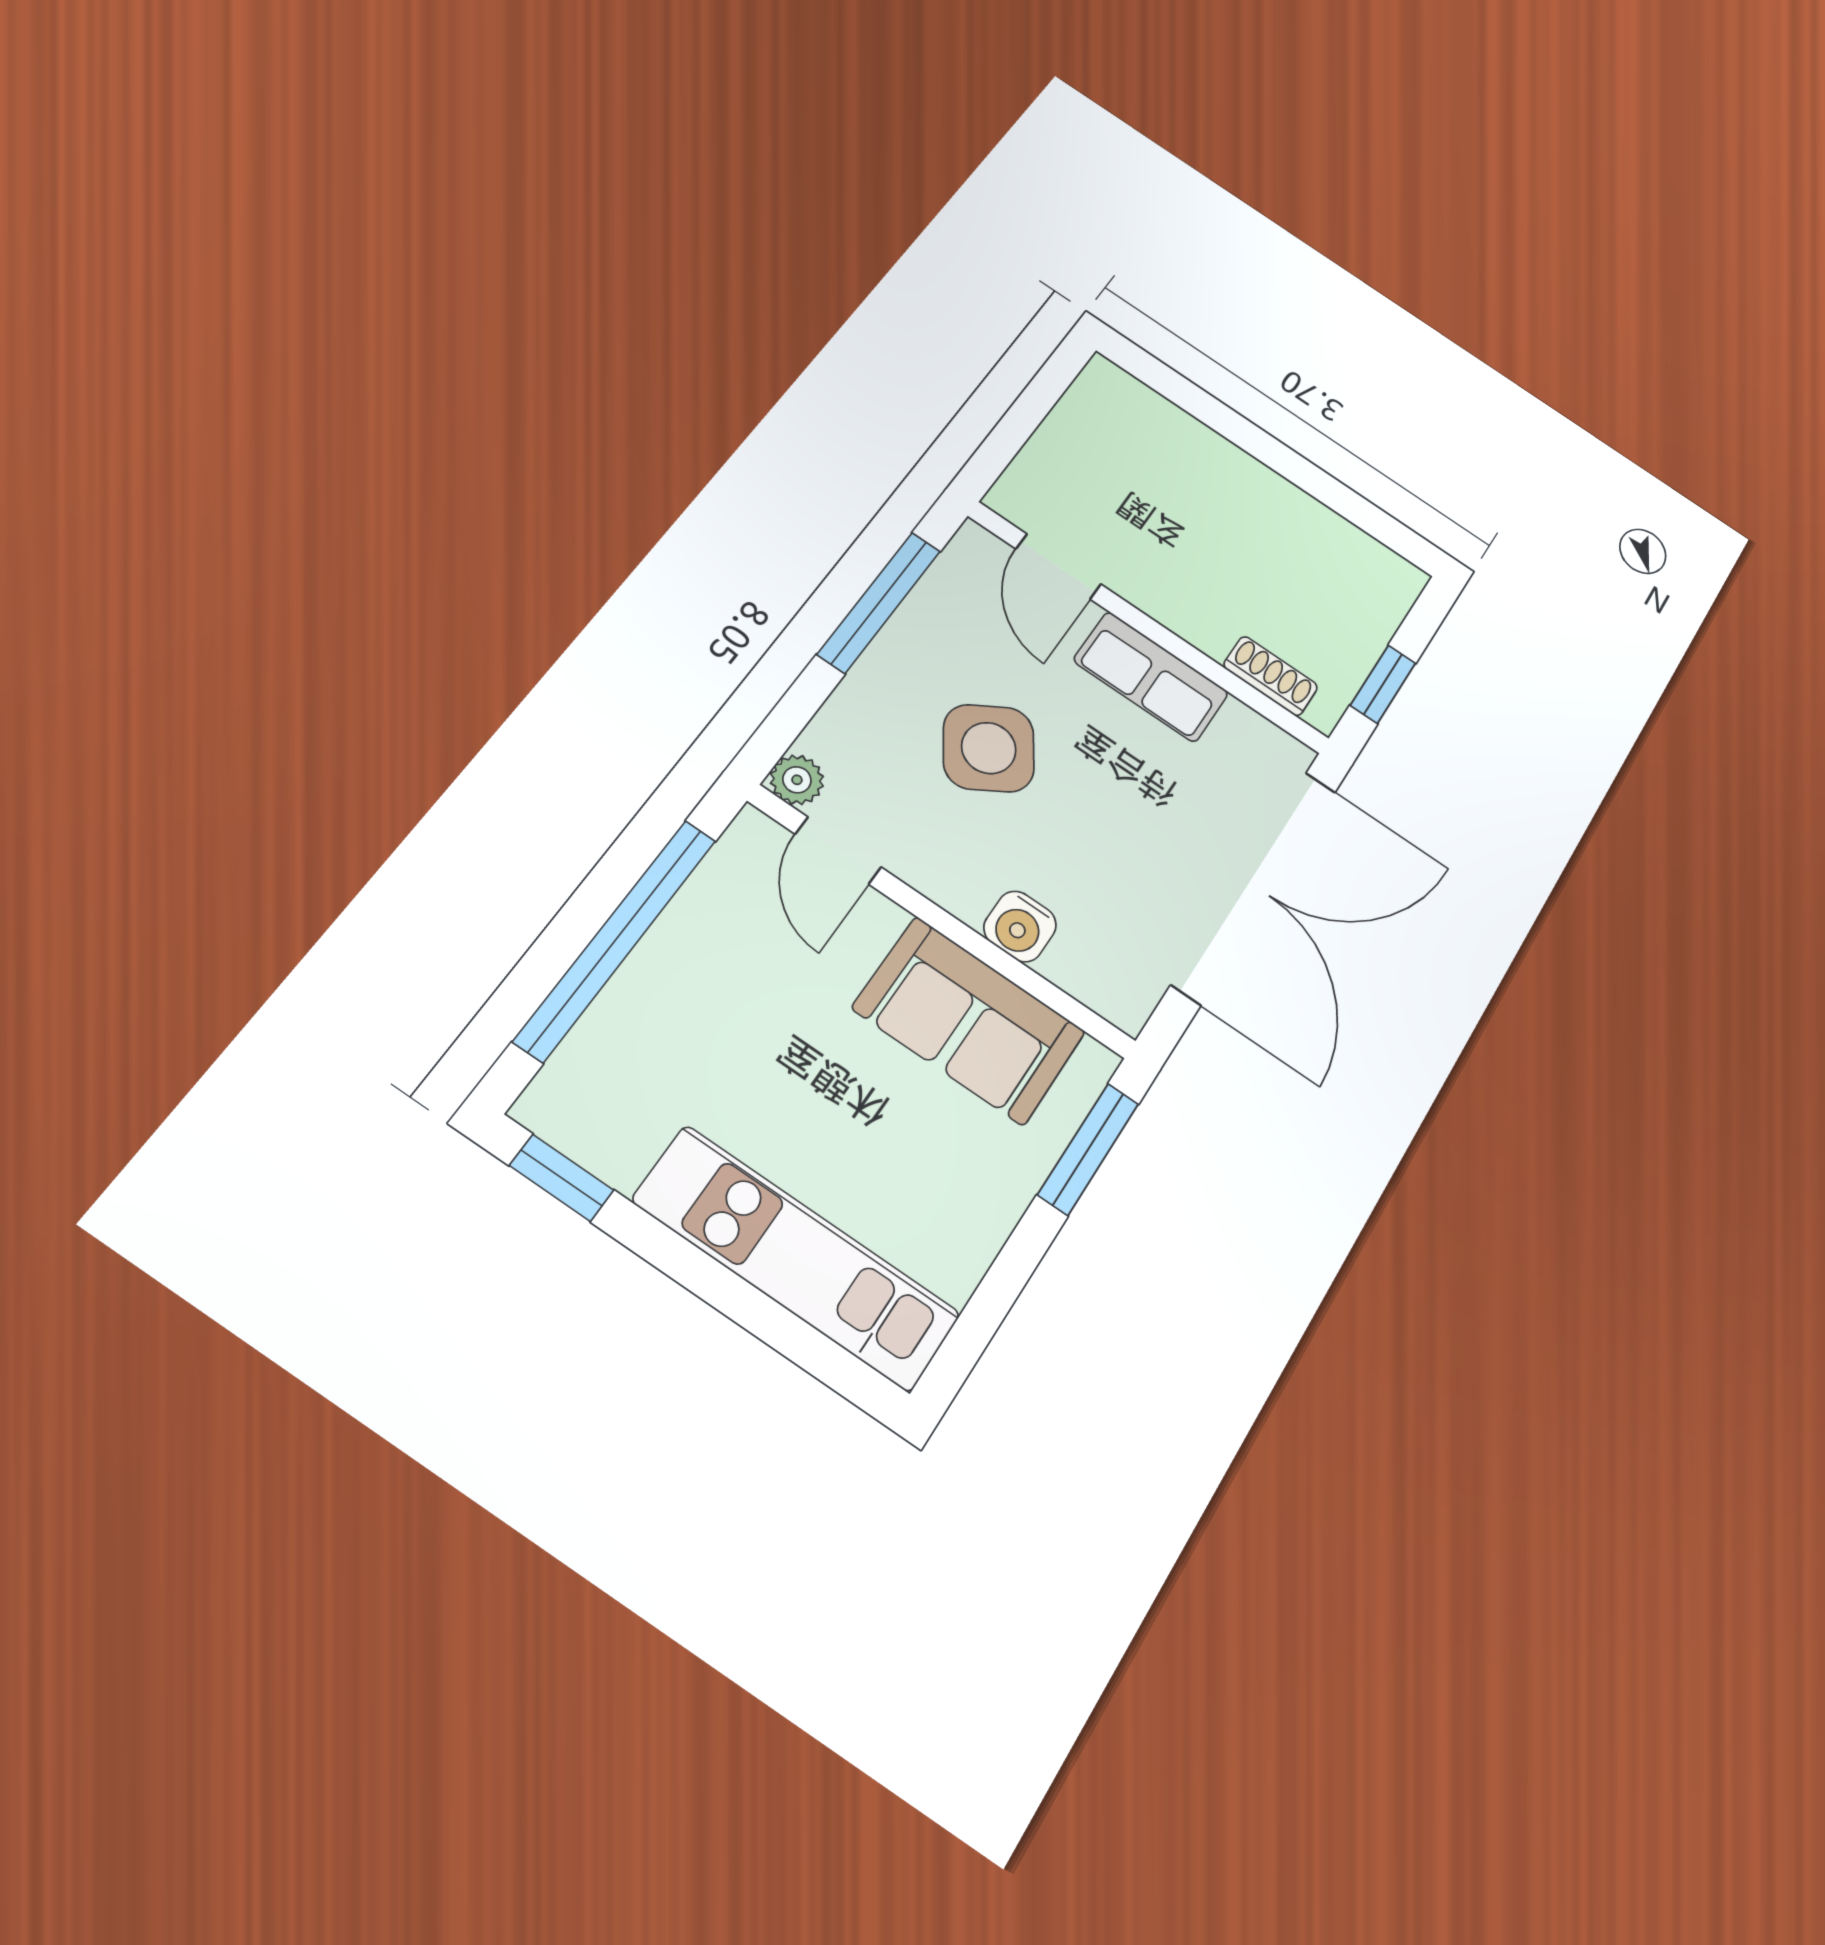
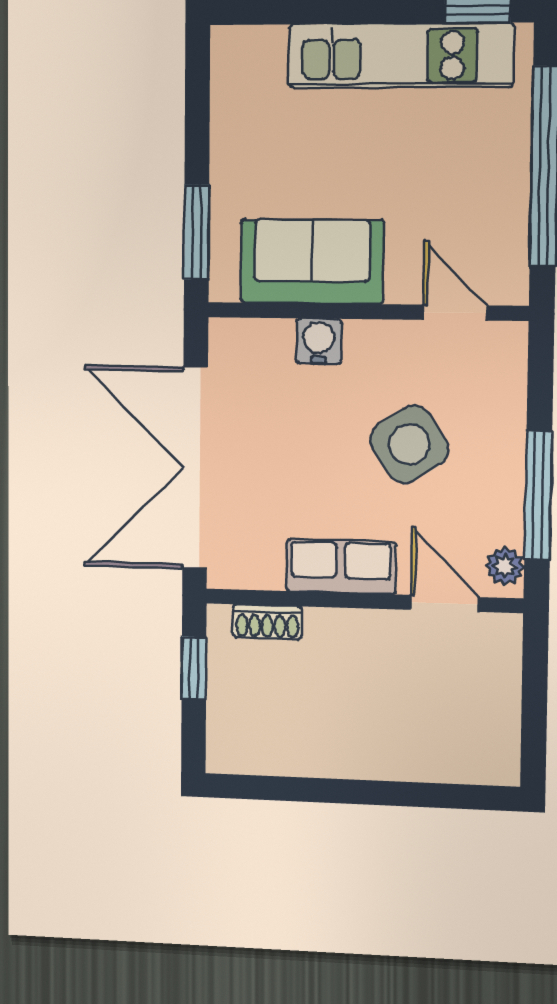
plant: (797, 780) -> (505, 566), moved
kitchen unit: (796, 1258) -> (401, 56), moved

